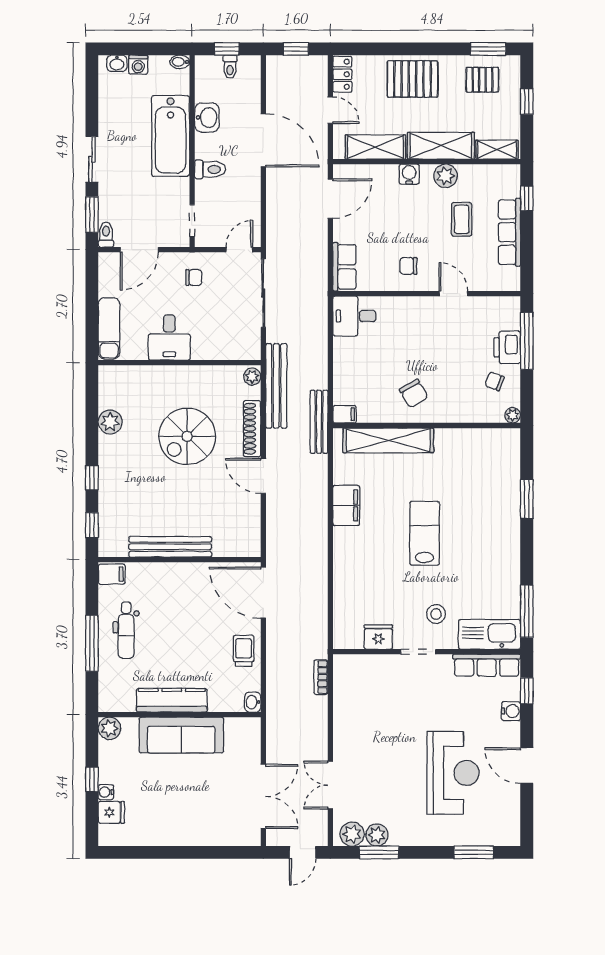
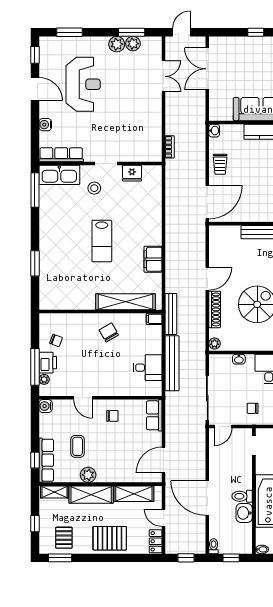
toilet: (230, 67) -> (214, 546), moved
pallet: (482, 80) -> (64, 538), turned 90
toilet: (210, 169) -> (242, 496), moved
water cooler: (409, 174) -> (46, 406), moved, turned 90
row of seats: (509, 232) -> (46, 460), moved
desk: (354, 316) -> (148, 368), moved
washbasin: (215, 353) -> (239, 359), added
bench: (276, 386) -> (172, 363), moved
plant: (513, 415) -> (44, 379), moved
door: (263, 476) -> (207, 279), hinge flipped
door: (263, 593) -> (207, 202), hinge flipped
window: (527, 691) -> (35, 55), moved
reception desk: (453, 773) -> (83, 84), turned 180
plant: (352, 834) -> (117, 44), moved
window: (189, 852) -> (256, 32), added

